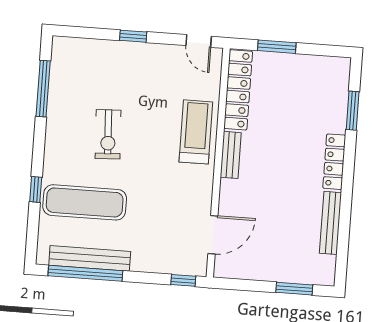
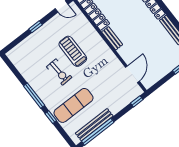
window: (43, 89) -> (34, 96), moved
treadmill: (196, 132) -> (73, 51), moved

